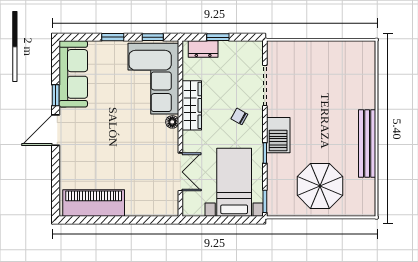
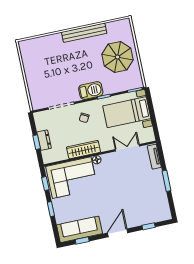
dresser: (203, 49) -> (44, 140), moved
window: (56, 95) -> (82, 240), moved
door: (56, 130) -> (118, 233), swing flipped
window: (56, 179) -> (149, 226), added
piano: (94, 203) -> (159, 199), removed
tv unit: (159, 209) -> (154, 157), added
window: (118, 220) -> (166, 181), added

